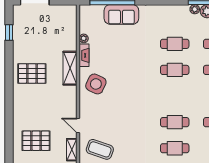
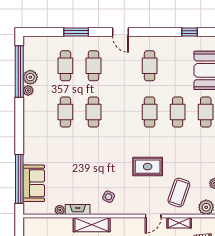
sofa: (121, 14) -> (34, 183), moved
side table: (96, 84) -> (109, 197), width x0.54, depth x0.54
rug: (124, 120) -> (148, 167), added

